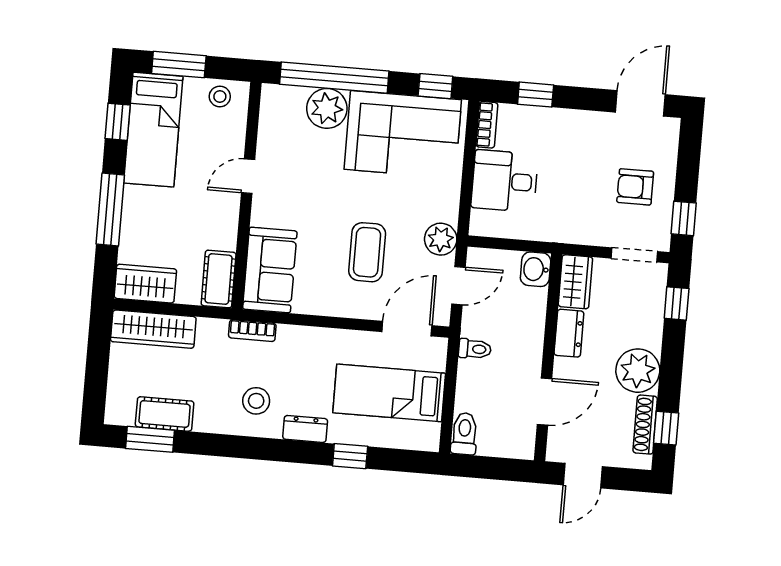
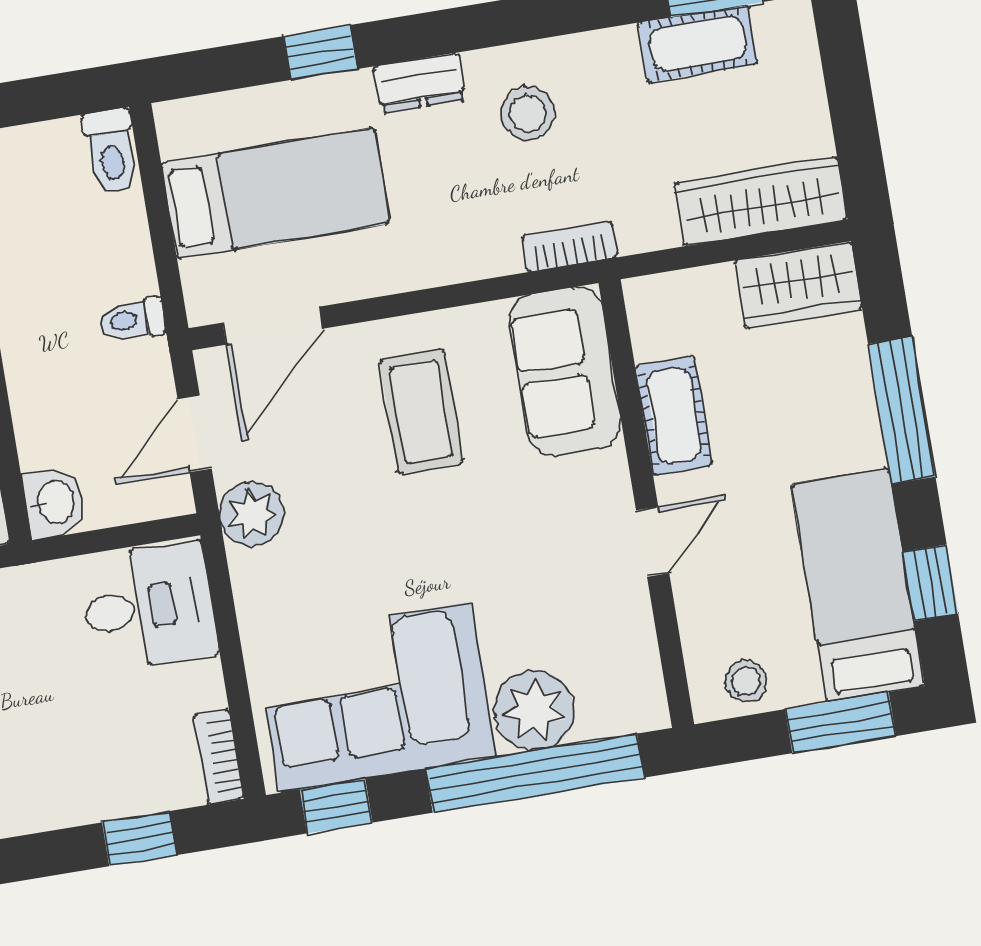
desk: (505, 181) -> (148, 607), moved
coffee table: (367, 252) -> (421, 412), moved
cot: (219, 279) -> (674, 415), moved

